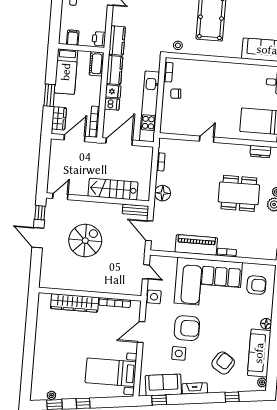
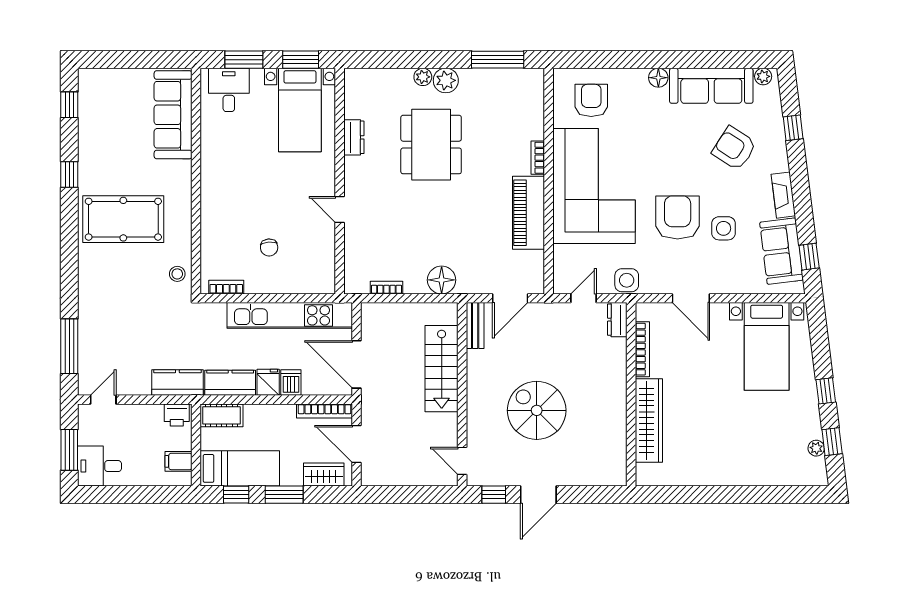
window: (52, 68) -> (236, 495), added
chair: (176, 94) -> (269, 248), moved
dresser: (260, 152) -> (354, 137), moved
dresser: (132, 290) -> (617, 320), added

